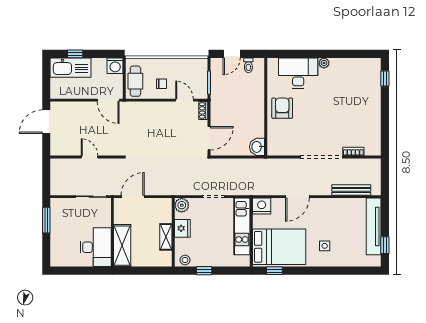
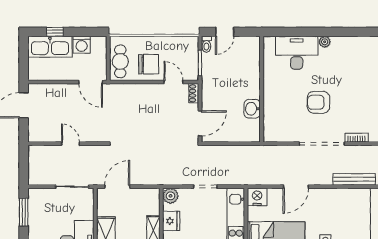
toilet: (248, 65) -> (206, 44), moved
washing machine: (115, 66) -> (82, 45), moved
chair: (162, 84) -> (149, 64), width x1.87, depth x1.87
armchair: (282, 108) -> (319, 102), moved, turned -90
washbasin: (257, 147) -> (252, 109), moved

